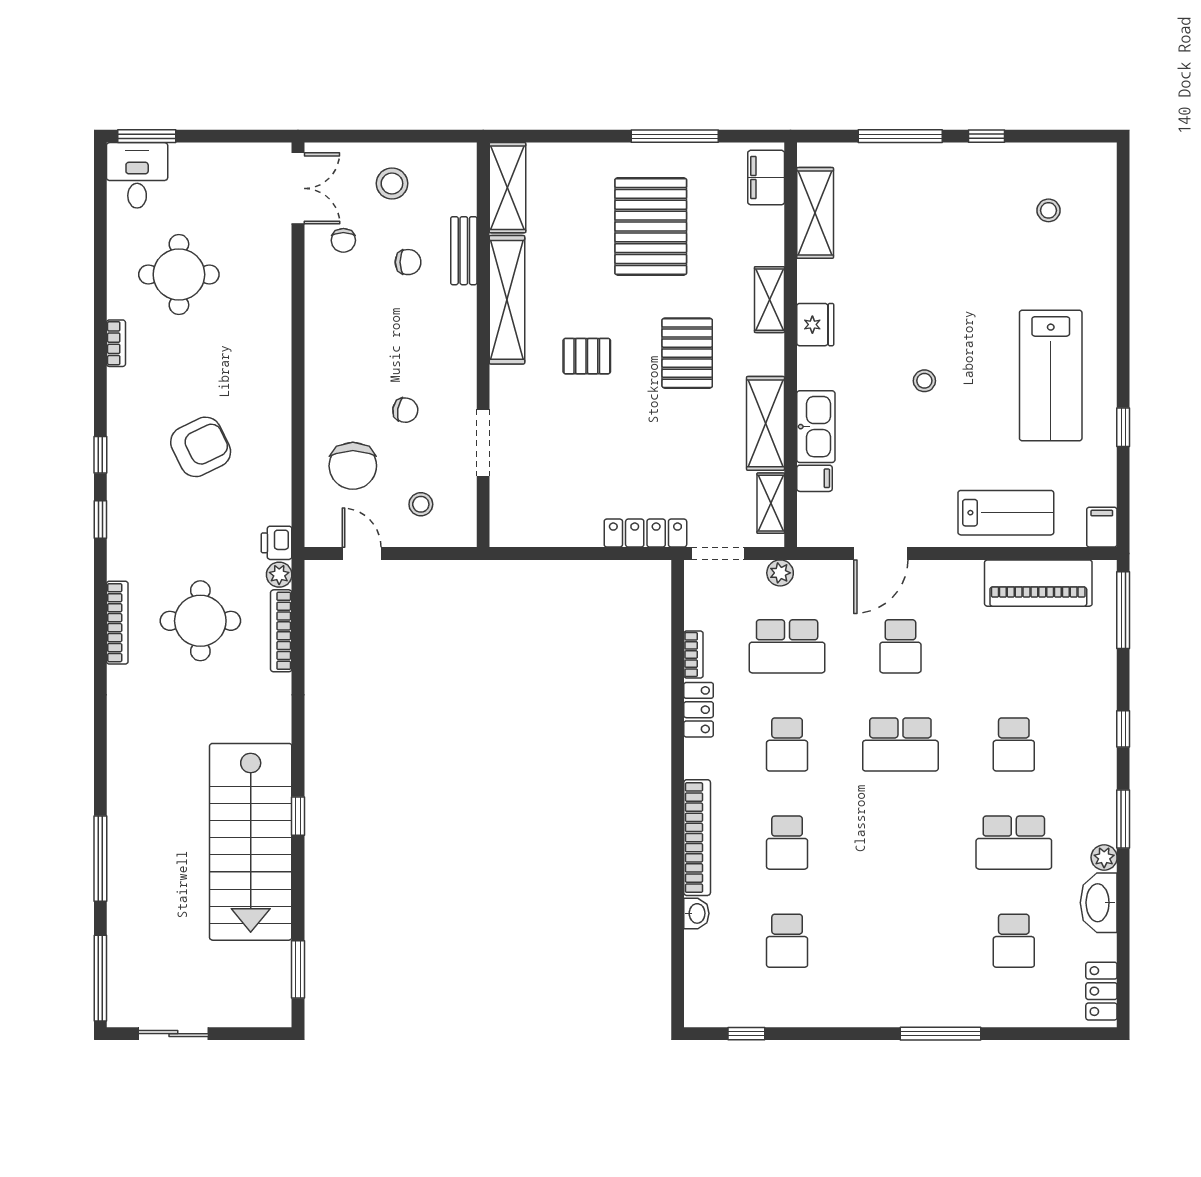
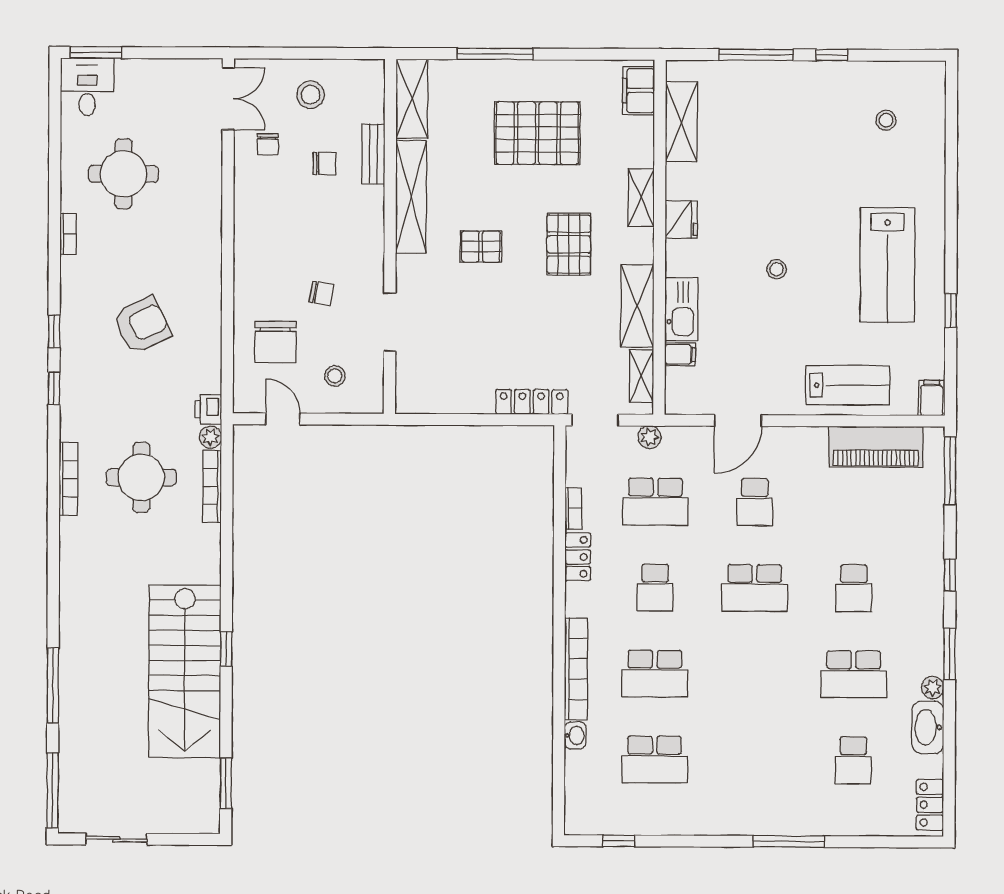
window: (675, 136) -> (495, 54), moved
pallet: (651, 226) -> (537, 133), turned 90
school desk: (787, 843) -> (655, 674), width x1.85
school desk: (787, 941) -> (655, 760), width x1.85

